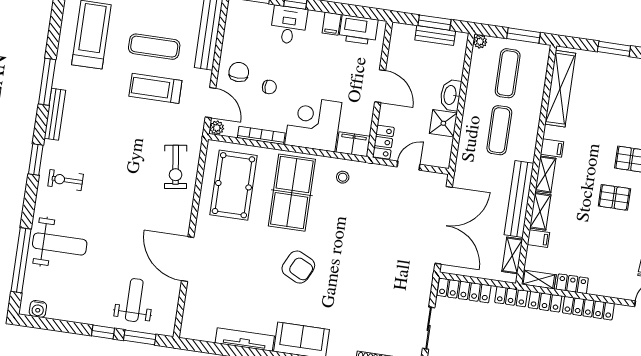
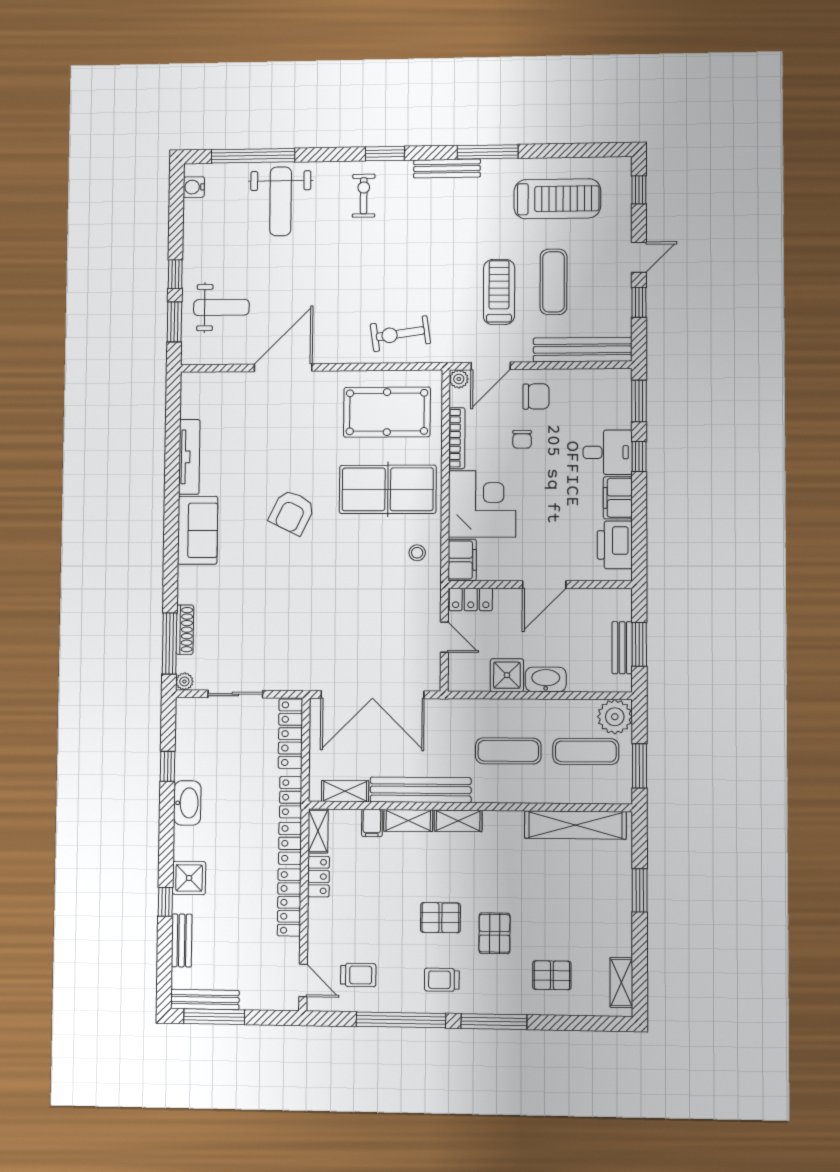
filing cabinet: (332, 24) -> (618, 498), width x2.00
plant: (480, 41) -> (615, 717), width x1.87, depth x1.87
filing cabinet: (552, 148) -> (494, 825), removed
pallet: (614, 197) -> (440, 918), turned 90

